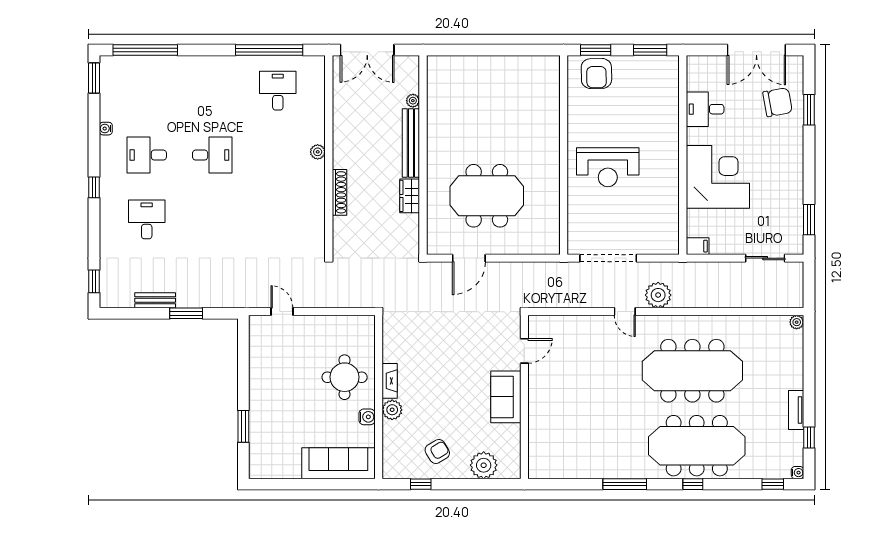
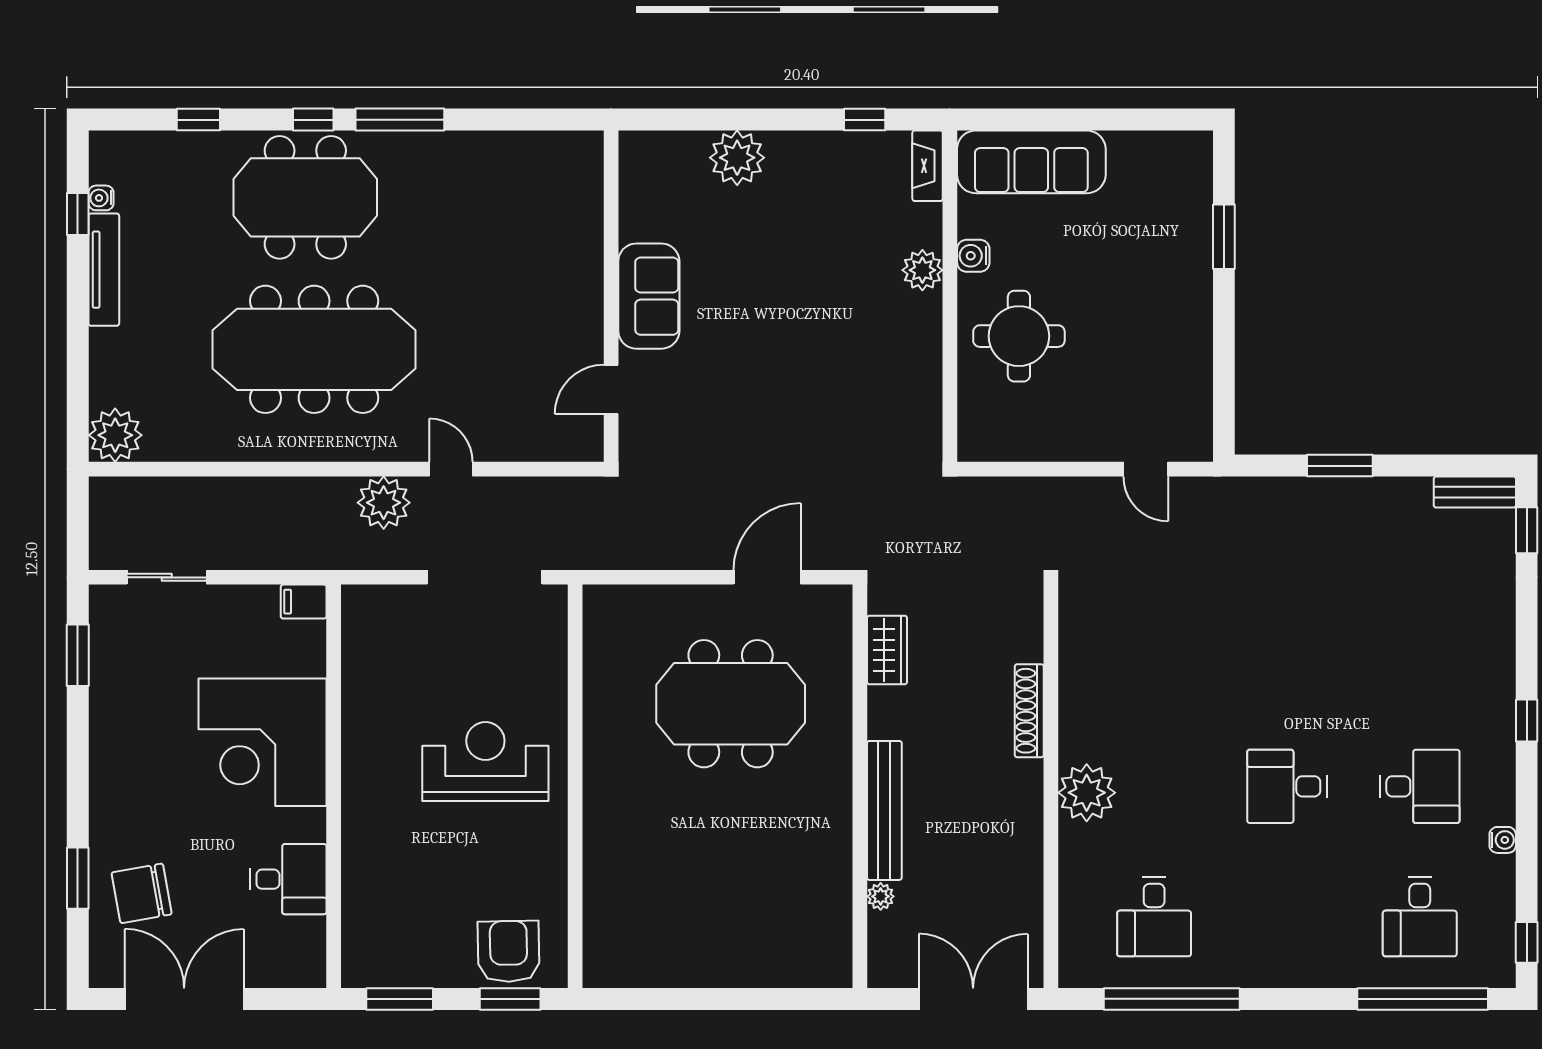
window: (94, 78) -> (1527, 942), width x0.67
plant: (318, 152) -> (1087, 793), width x1.87, depth x1.87
wardrobe: (410, 196) -> (887, 650), moved
desk: (147, 219) -> (1420, 917), moved
bench: (155, 300) -> (1475, 492), moved
plant: (797, 322) -> (115, 435), width x1.87, depth x1.87
door: (524, 351) -> (611, 389), moved
fireplace: (390, 381) -> (928, 166), moved
sofa: (506, 397) -> (649, 296), moved
wall: (524, 397) -> (611, 296), moved
tv unit: (796, 410) -> (104, 270), width x1.41
meeting table: (697, 446) -> (305, 197), width x0.73
armchair: (437, 451) -> (831, 186), removed
water cooler: (798, 473) -> (101, 198), moved
window: (625, 484) -> (400, 120), moved
window: (773, 484) -> (198, 120), moved

